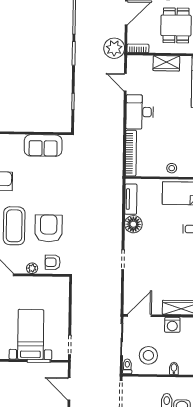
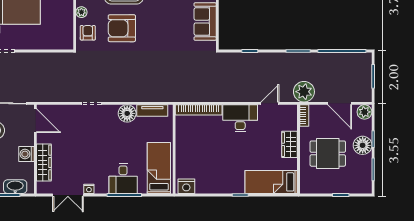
stool: (172, 168) -> (184, 151), removed
armchair: (49, 228) -> (122, 28), turned 180

